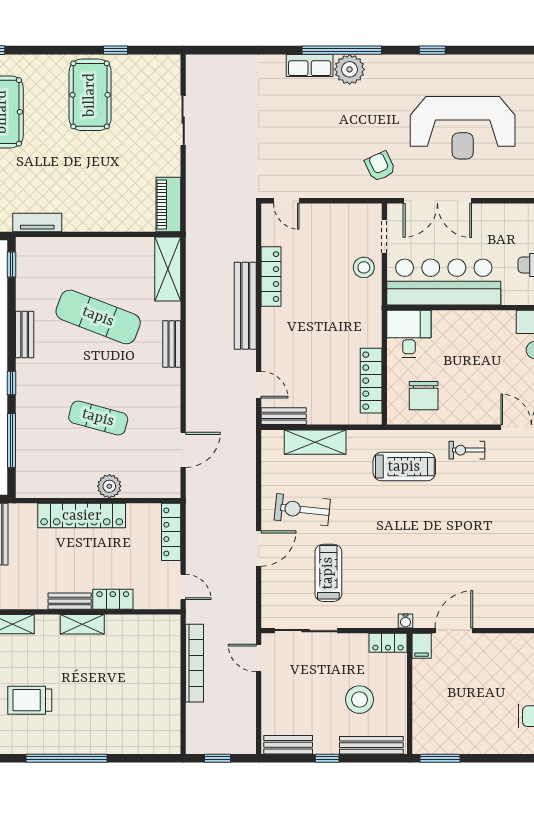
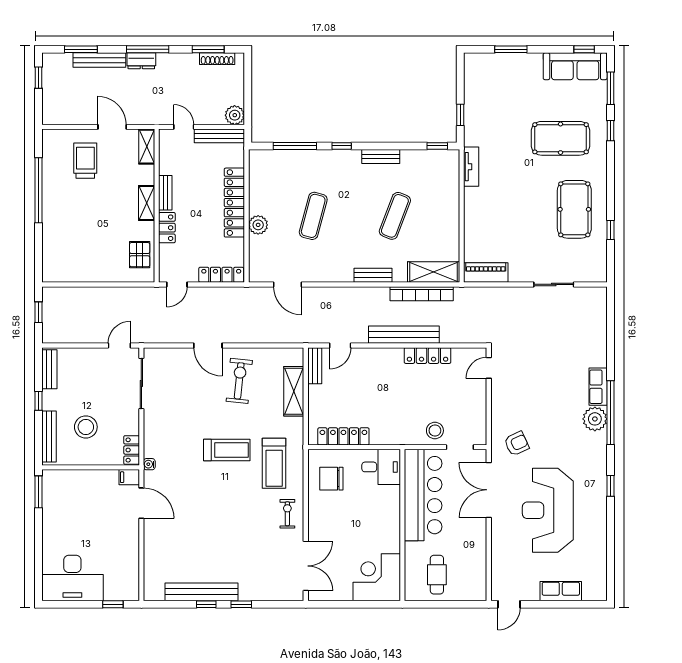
pool table: (90, 95) -> (574, 209), turned 90
exercise mat: (98, 317) -> (395, 216), width x0.73, depth x0.69
treadmill: (328, 573) -> (227, 450), moved
pallet: (146, 633) -> (140, 255), added
bookcase: (194, 663) -> (422, 294), moved

